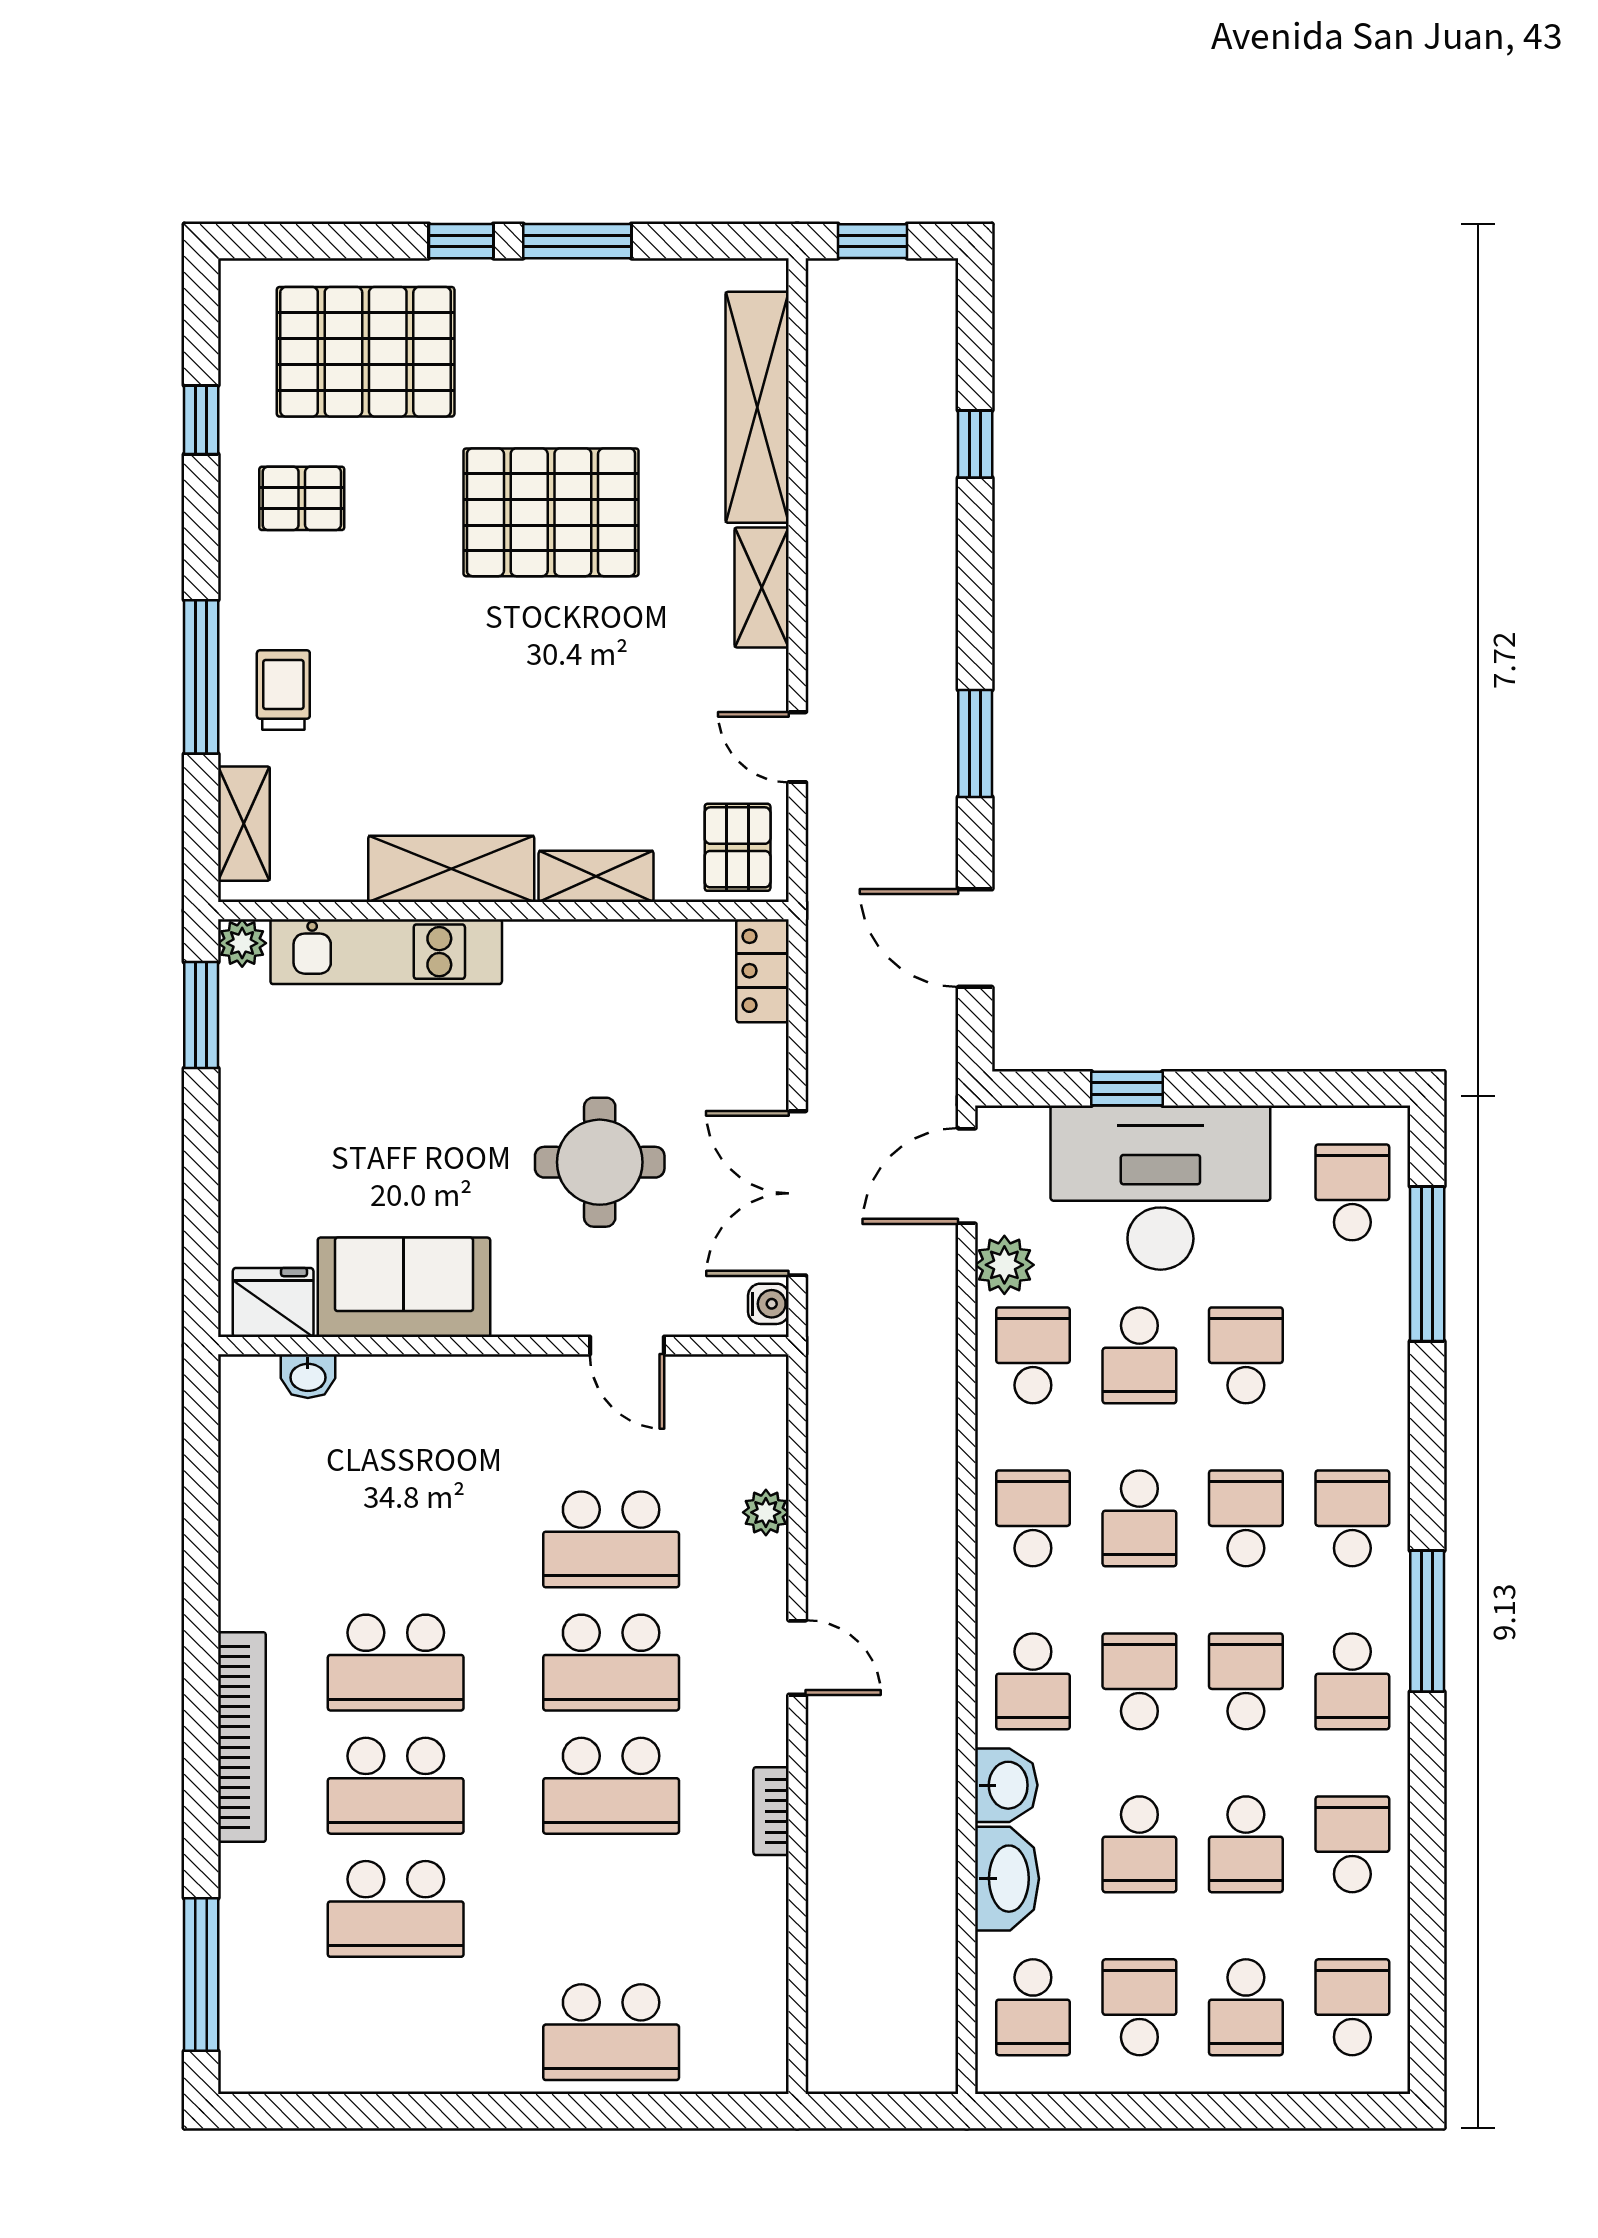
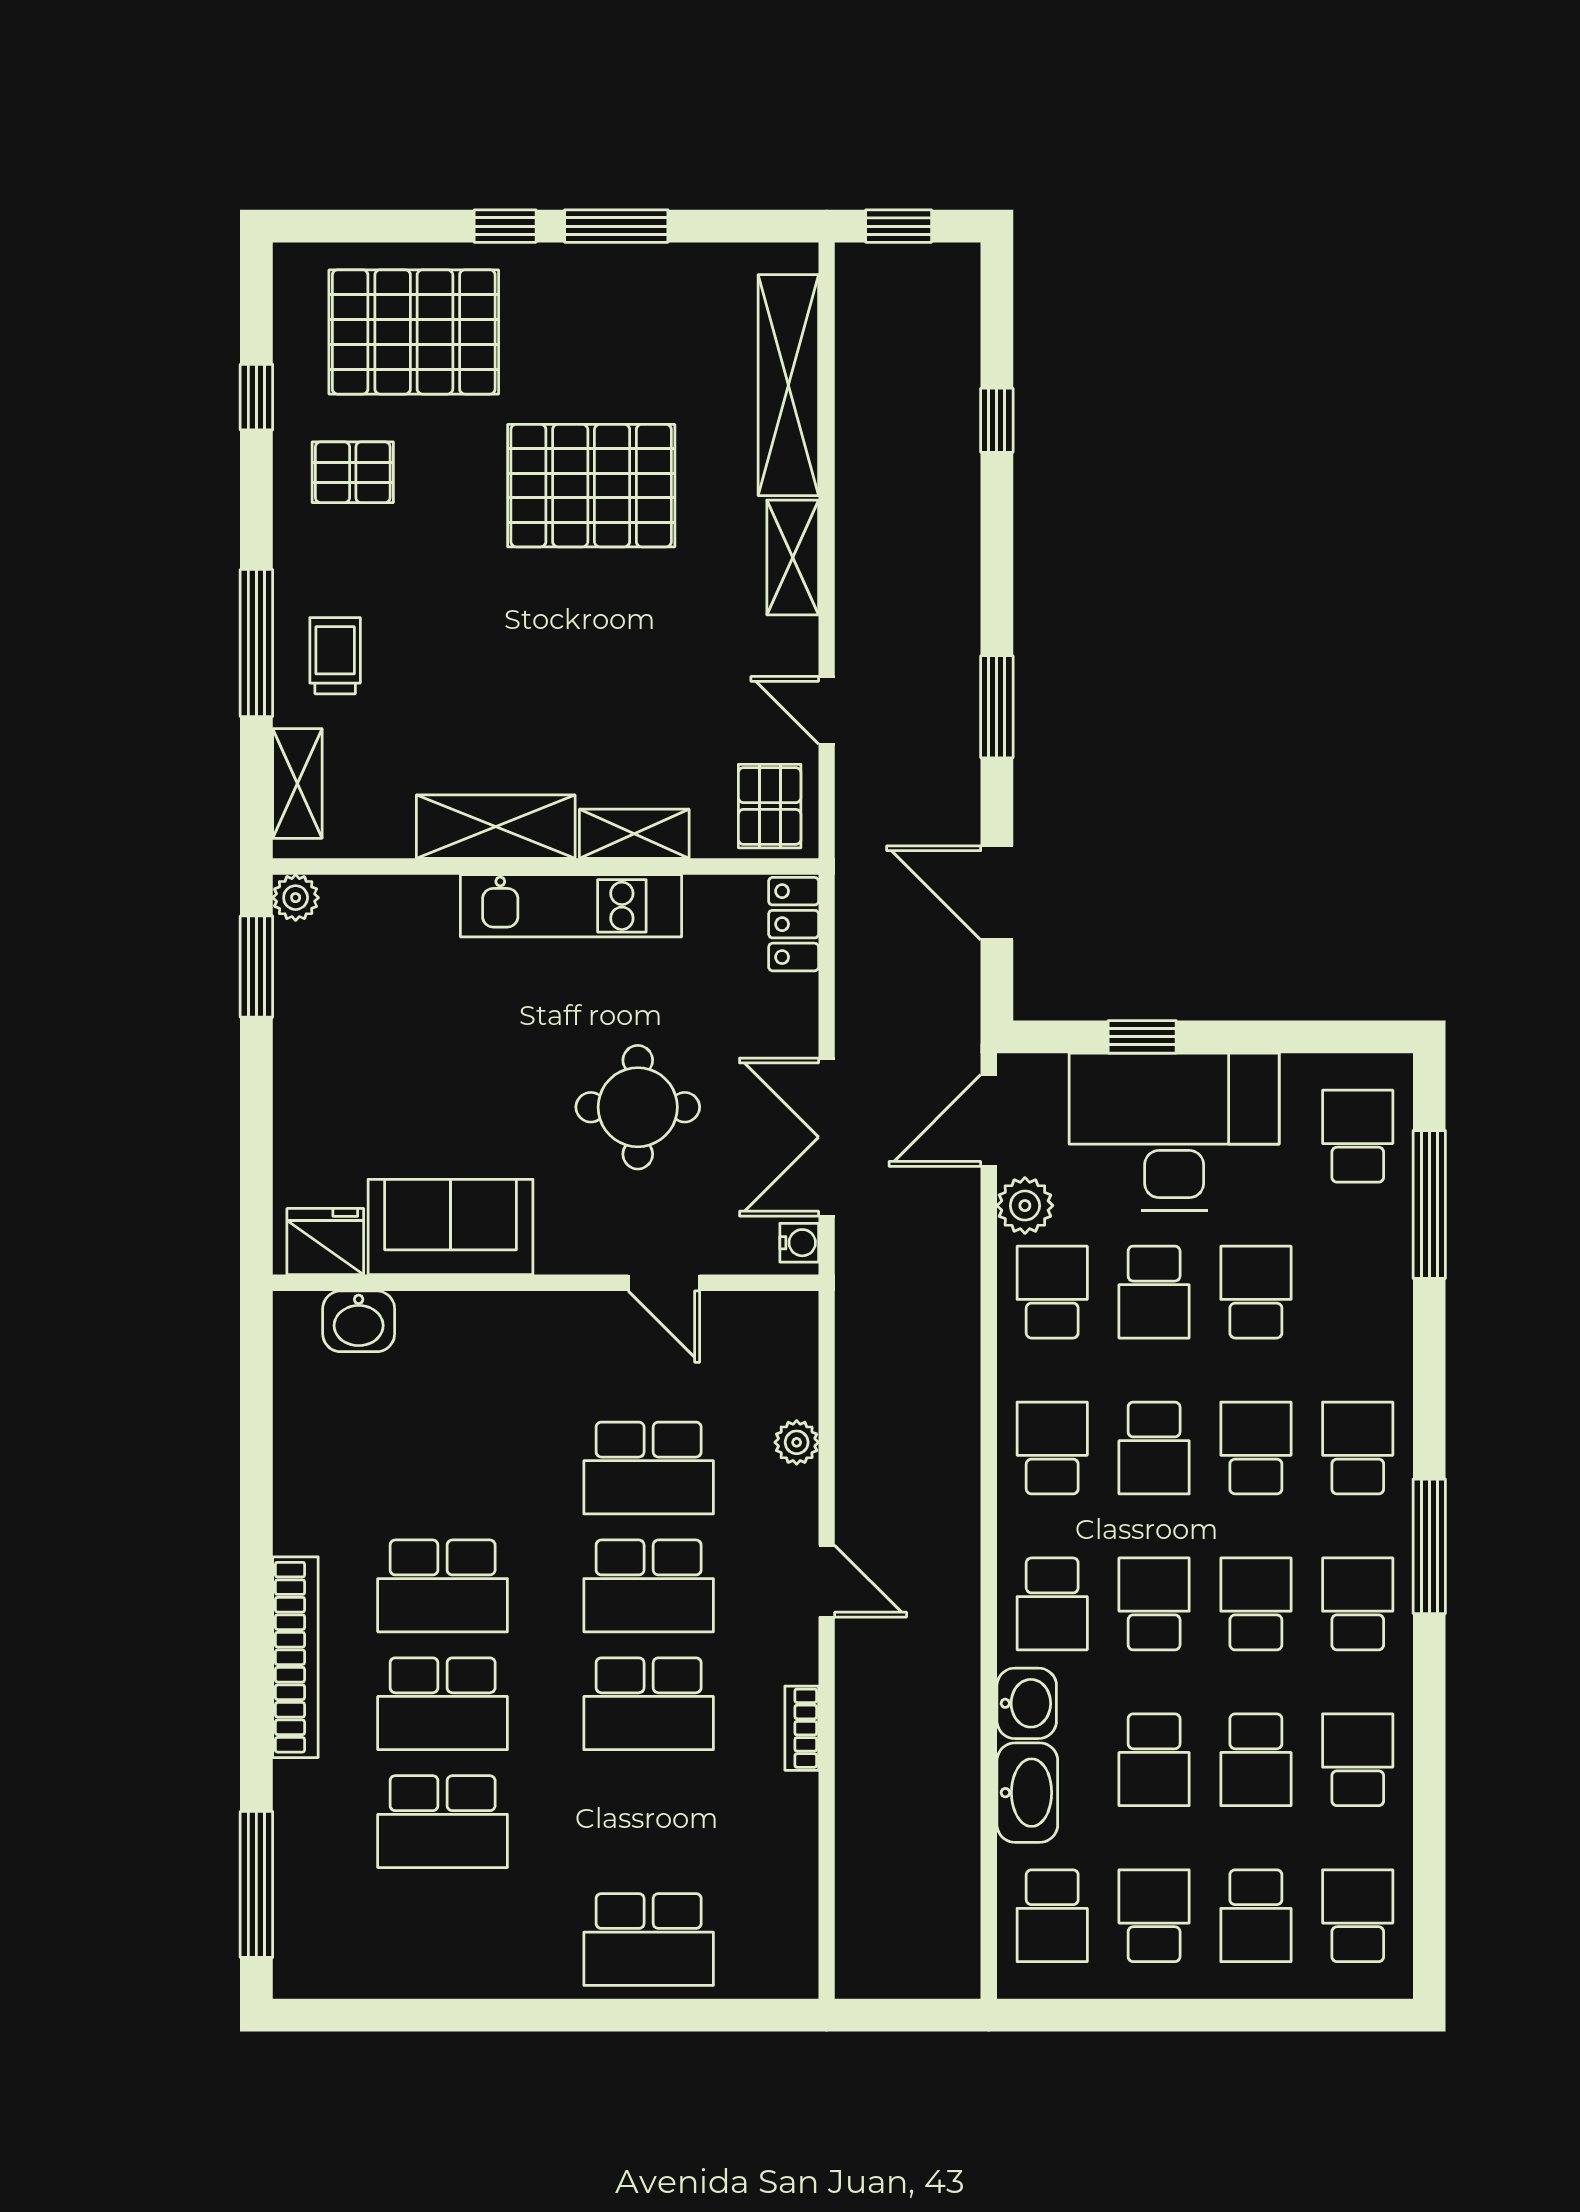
kitchen unit: (386, 952) -> (571, 906), moved
washbasin: (308, 1376) -> (359, 1321), width x1.38, depth x1.45
school desk: (1352, 1681) -> (1358, 1604), turned 180

